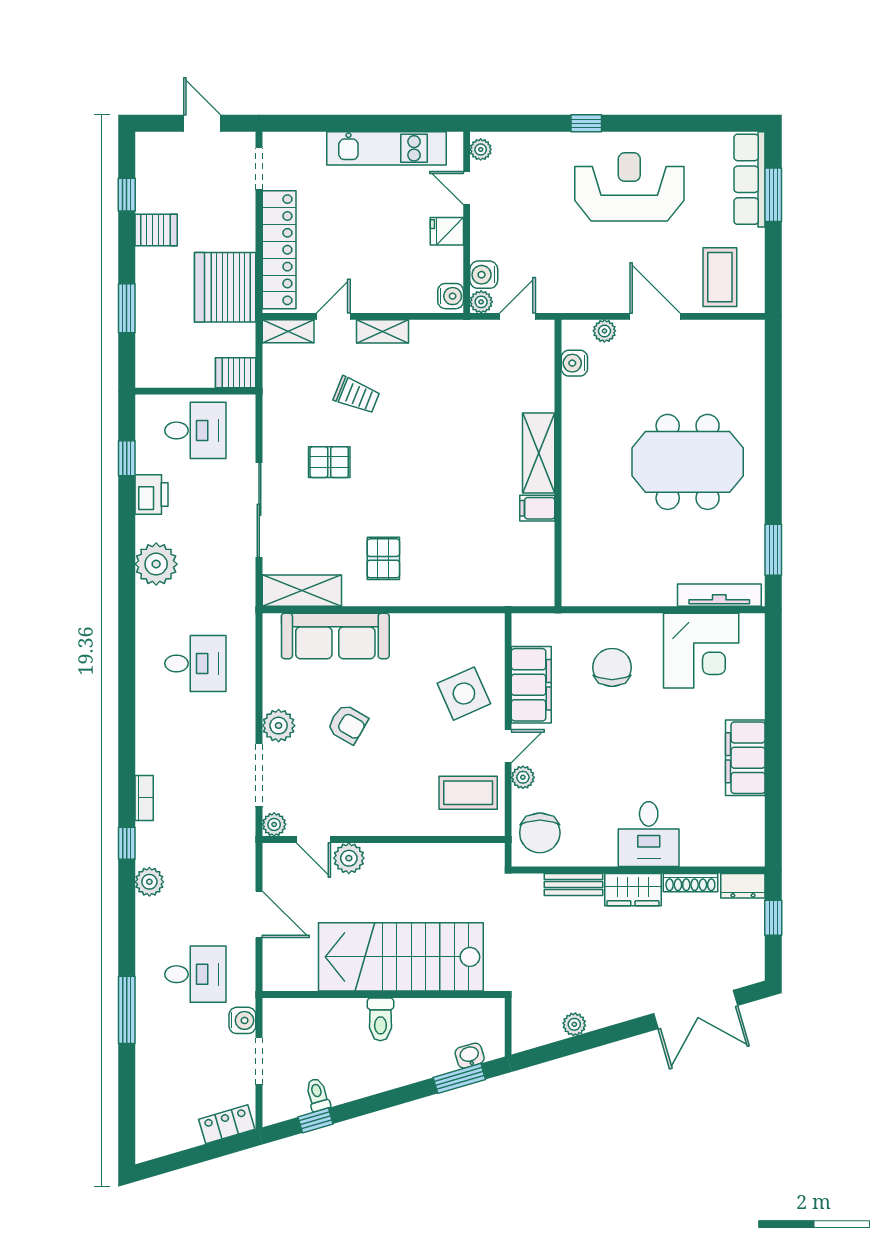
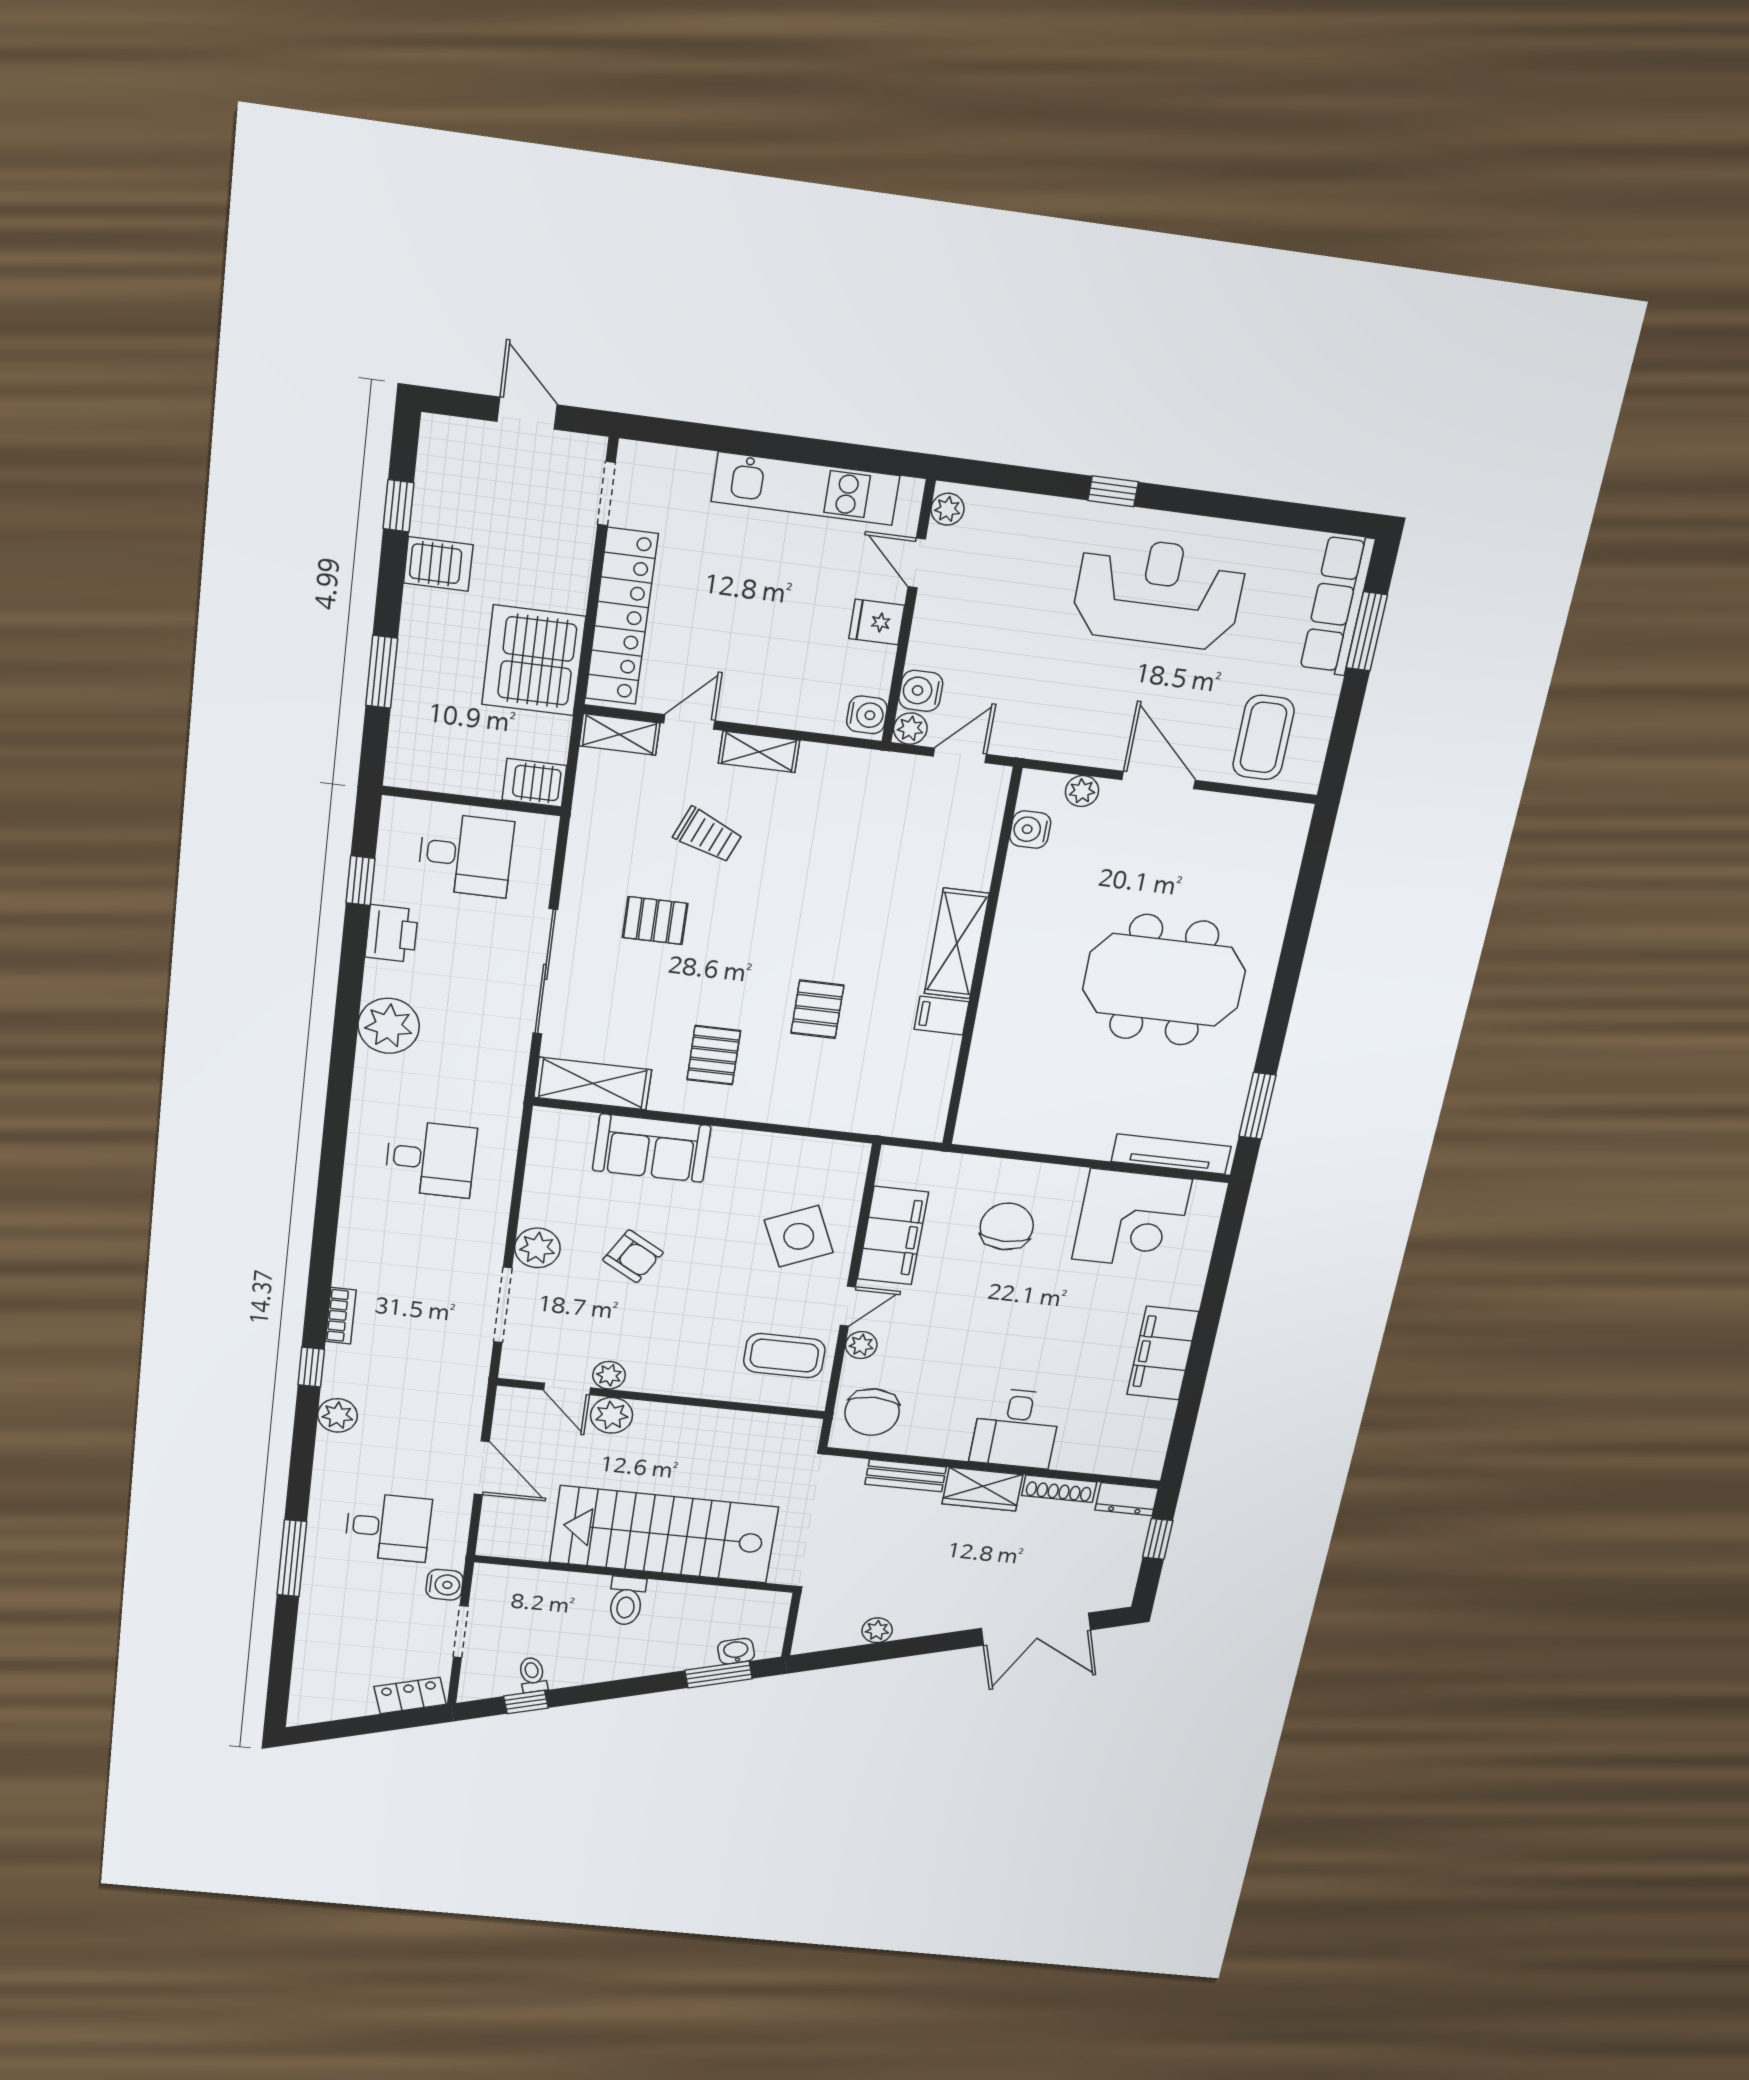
pallet: (450, 514) -> (817, 1009), added
sofa: (335, 636) -> (652, 1148), width x0.73
plant: (274, 824) -> (609, 1375), moved

